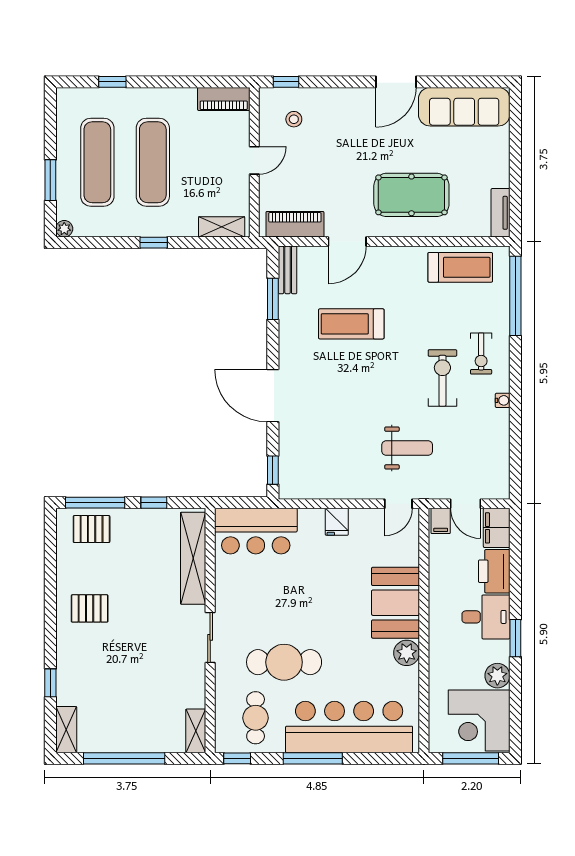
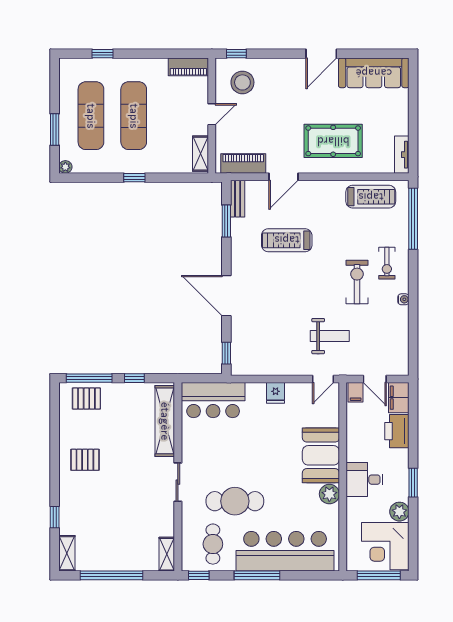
stool: (294, 119) -> (242, 82), width x1.89, depth x1.89
shelving: (222, 227) -> (200, 154), moved, turned 90
desk: (486, 617) -> (365, 480), moved, turned 180

